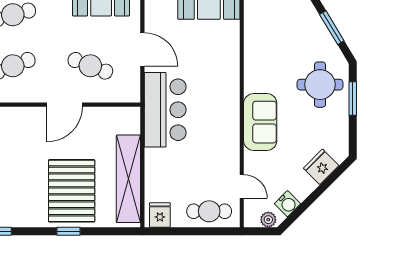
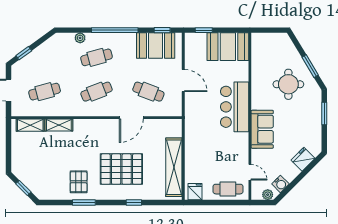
round table: (320, 85) -> (288, 84), moved
bar counter: (165, 110) -> (235, 107), moved, turned 180
pallet: (72, 191) -> (121, 169), moved, turned 90

